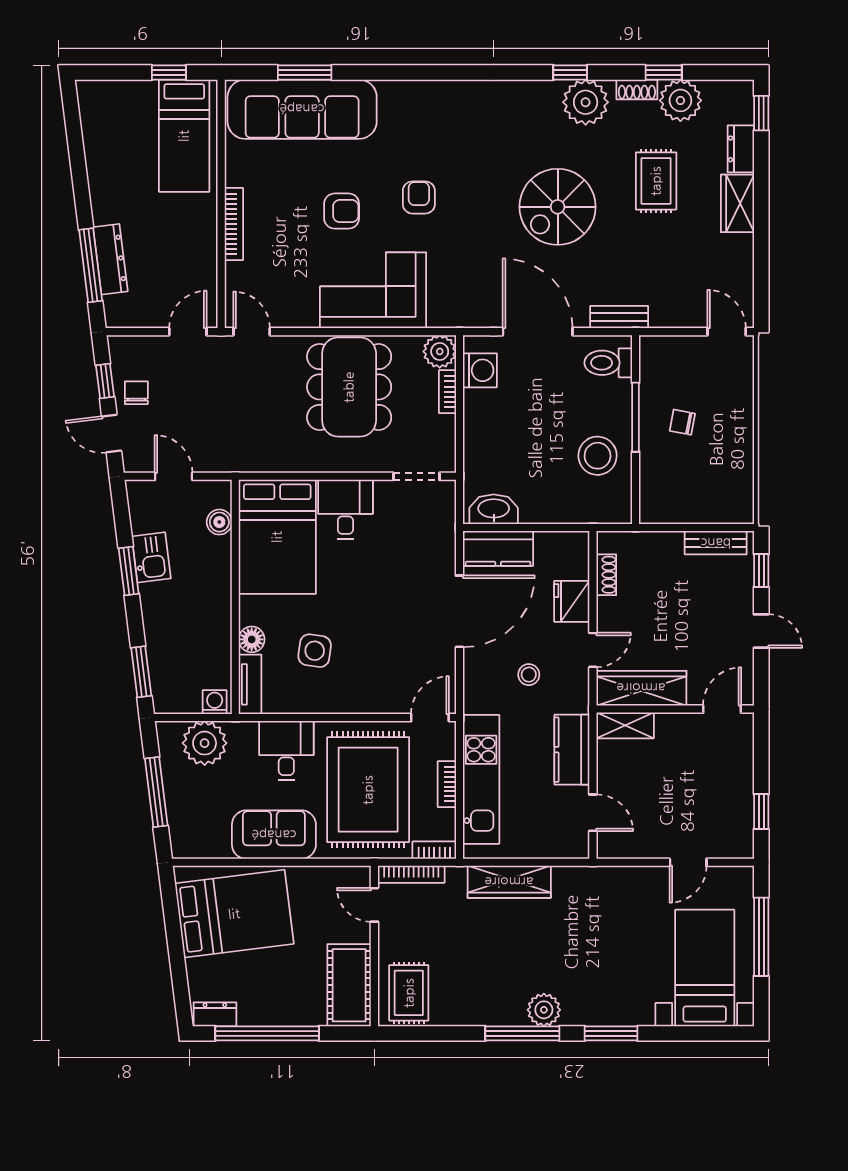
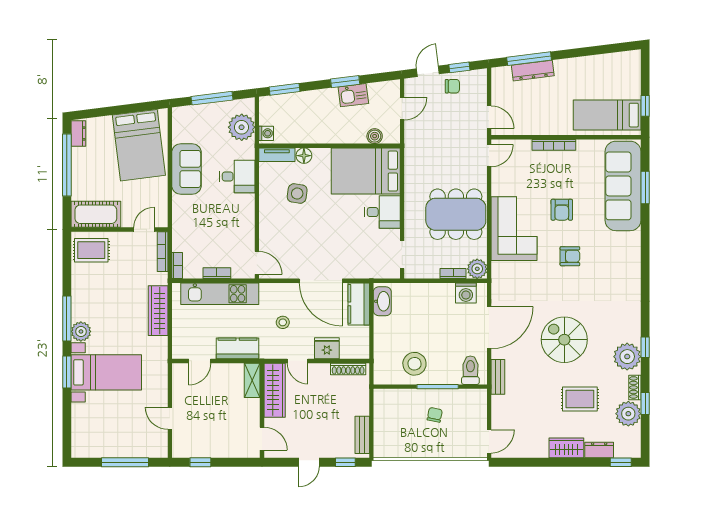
shoe rack: (606, 575) -> (348, 369), width x1.43
rug: (368, 790) -> (214, 226), removed
bed with nightstands: (705, 968) -> (106, 372), moved

